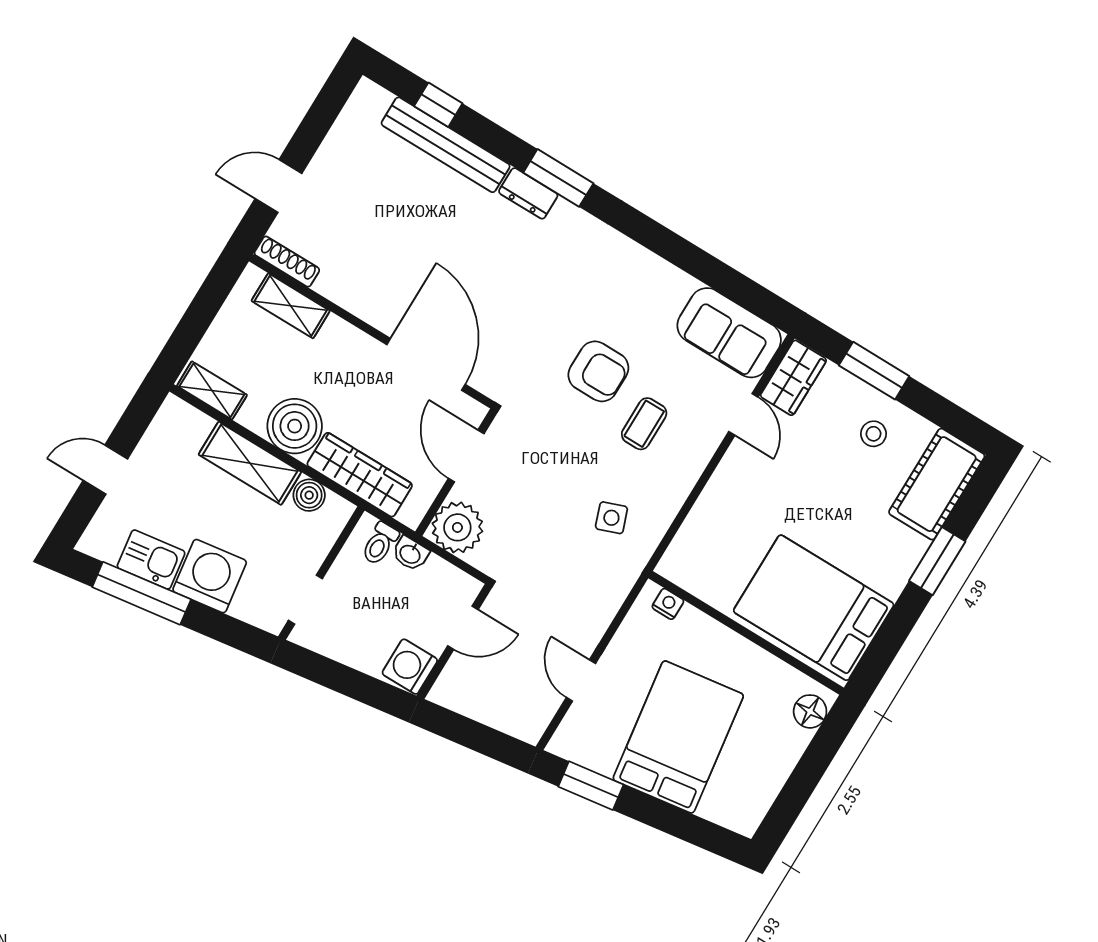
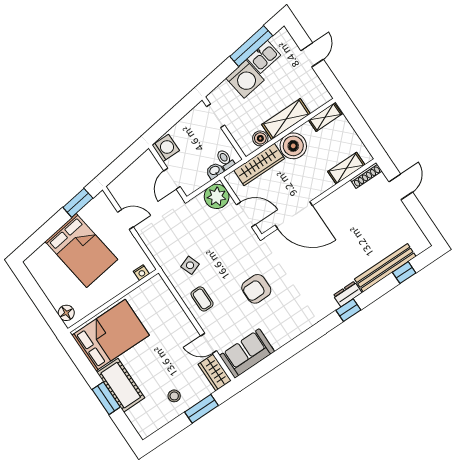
window: (558, 178) -> (348, 310), width x0.67
coffee table: (644, 424) -> (202, 299), moved
cot: (937, 484) -> (121, 385), moved

